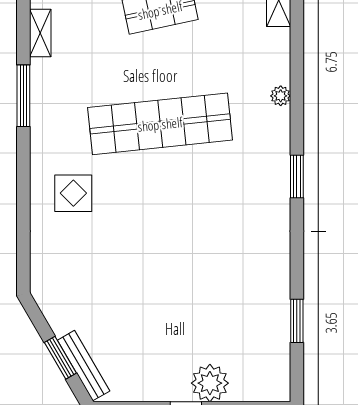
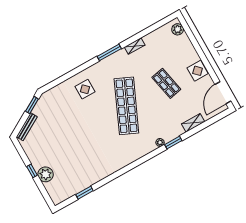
shop shelf: (160, 124) -> (126, 106), turned 30
window: (297, 176) -> (173, 143), moved
window: (60, 358) -> (32, 105), moved

